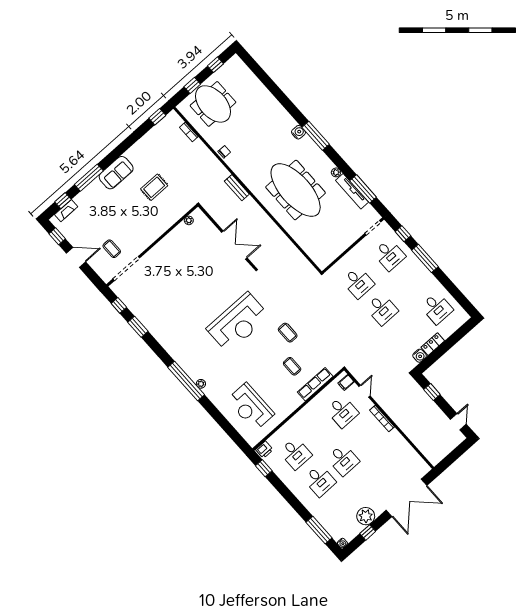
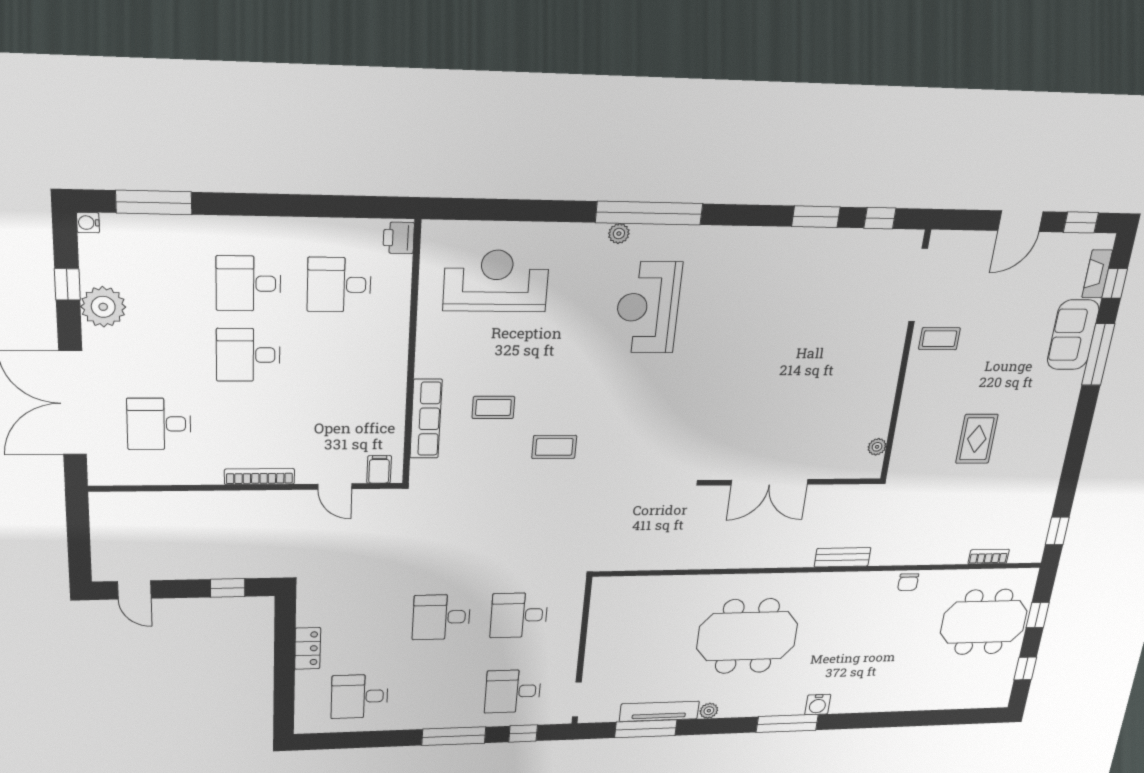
sofa: (116, 173) -> (1073, 335), moved
meeting table: (296, 190) -> (747, 636), width x0.73
coffee table: (112, 249) -> (939, 339), moved
reception desk: (238, 323) -> (648, 307), moved, width x0.74, depth x0.77
water cooler: (420, 356) -> (309, 615), removed
desk: (342, 412) -> (159, 424), moved
window: (264, 468) -> (366, 207), removed

